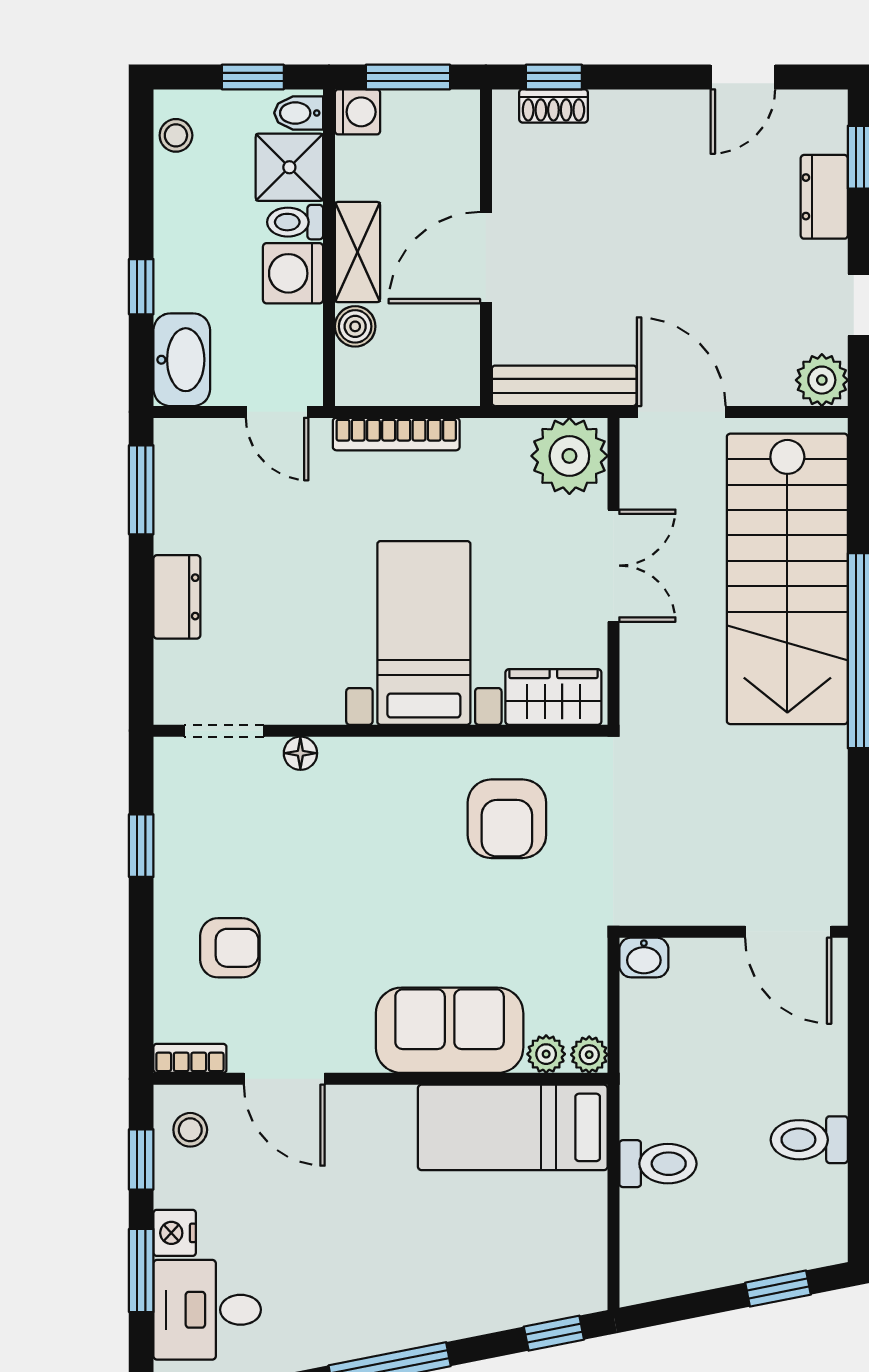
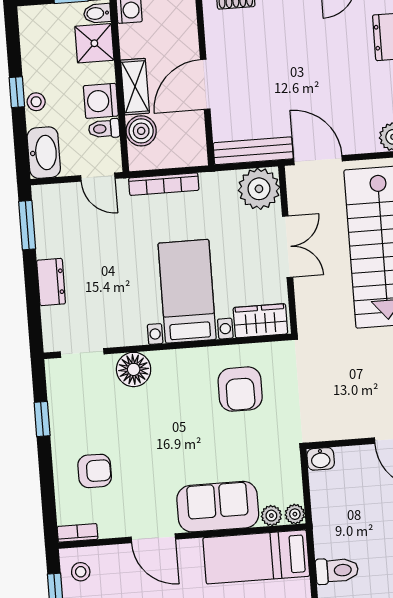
stool: (176, 135) -> (36, 102), moved
toilet: (295, 222) -> (104, 129), moved
window: (141, 287) -> (17, 92), moved
boiler: (355, 326) -> (141, 131), width x1.36, depth x1.36
floor lamp: (300, 753) -> (134, 369), width x1.89, depth x1.89
door: (284, 1079) -> (153, 538), moved

